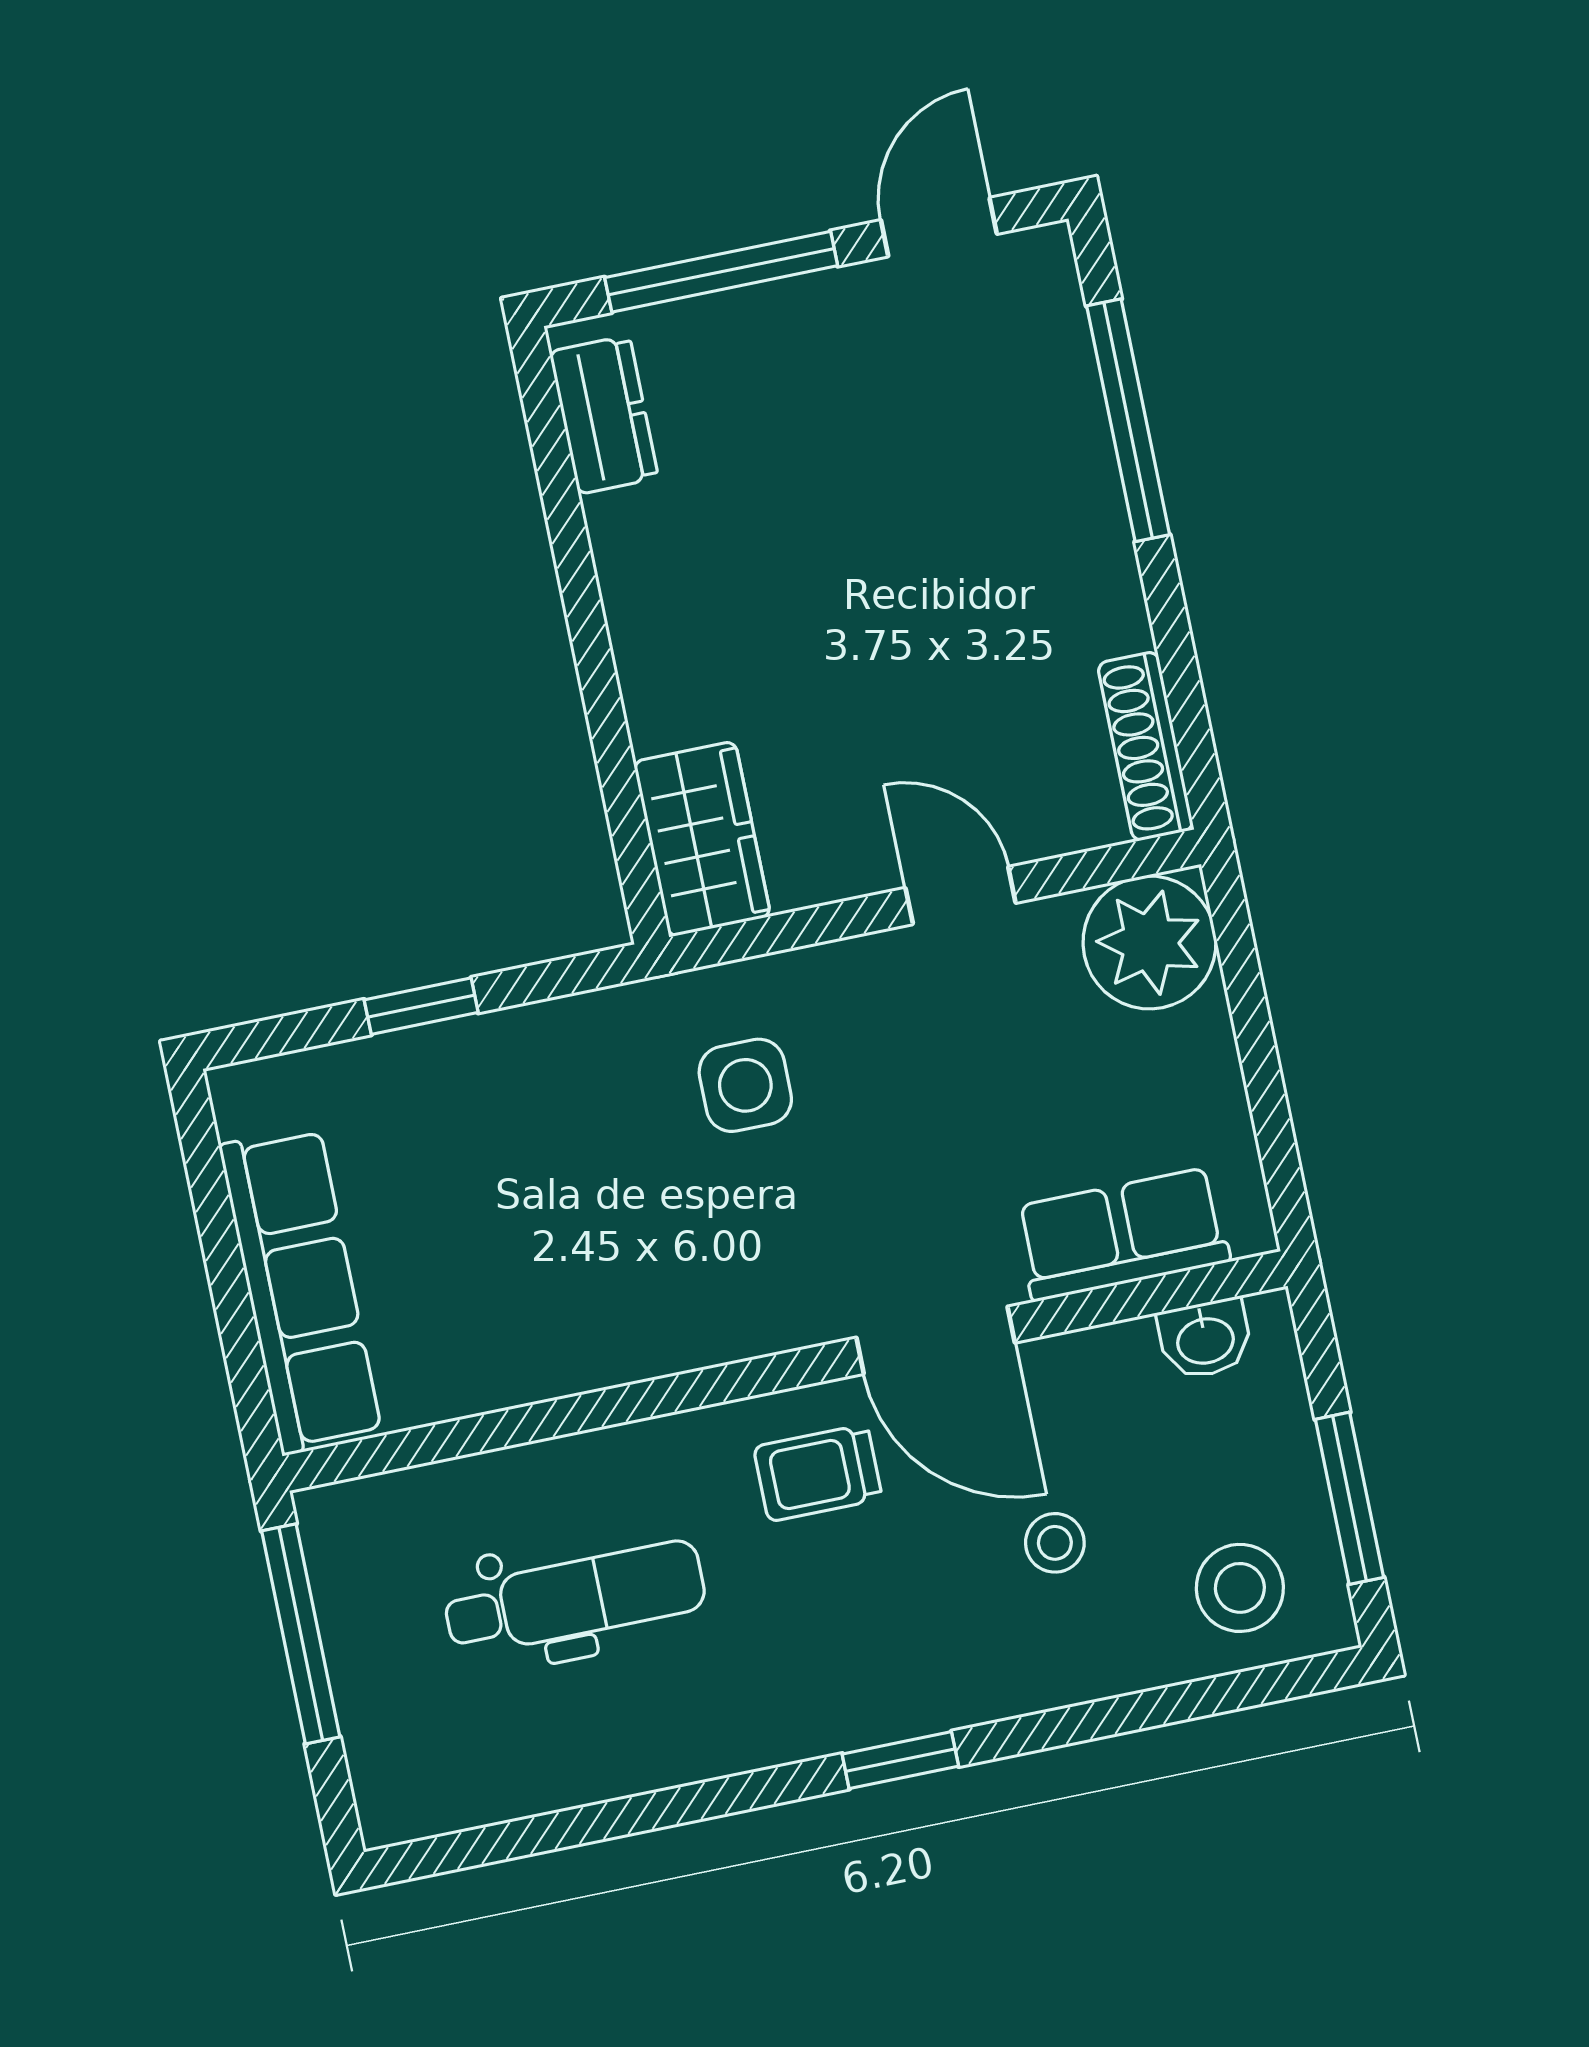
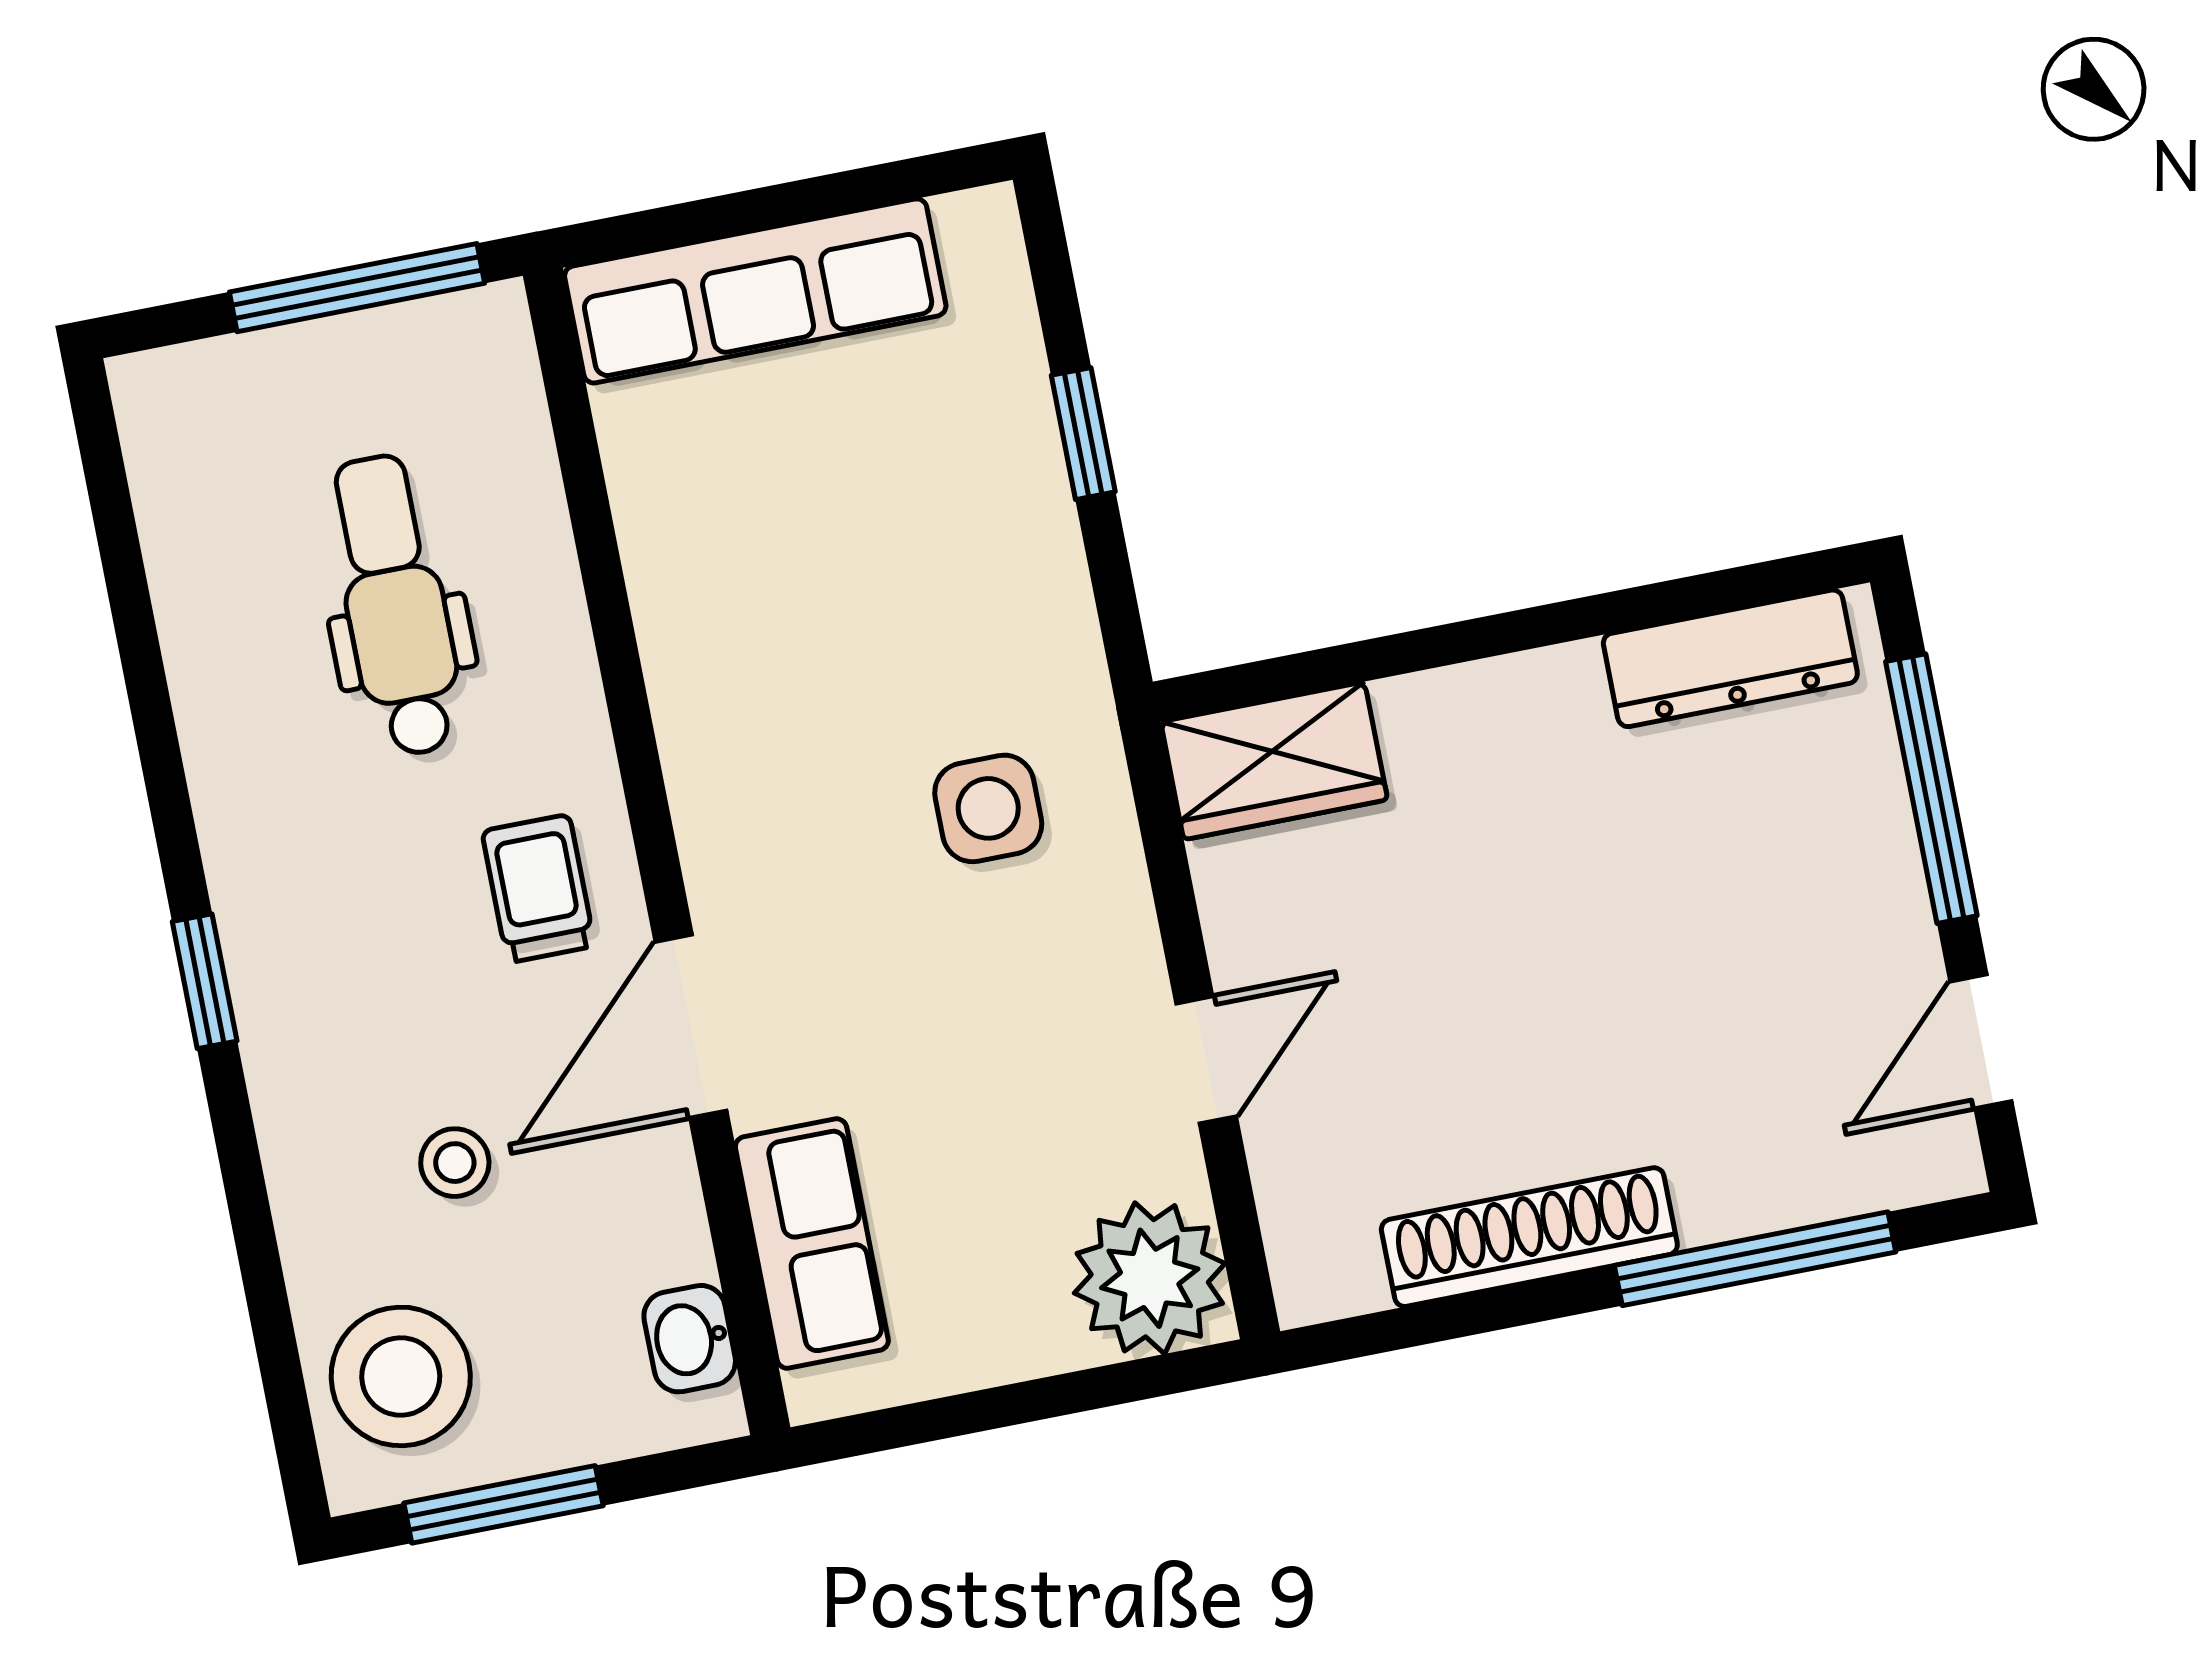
door: (939, 227) -> (1981, 1041), swing flipped
dresser: (604, 415) -> (1730, 658), width x1.44
shoe rack: (1145, 746) -> (1529, 1237), moved, width x1.36, depth x1.24
stool: (1240, 1588) -> (401, 1376), width x1.38, depth x1.38
dental chair: (575, 1598) -> (396, 605), turned 180

